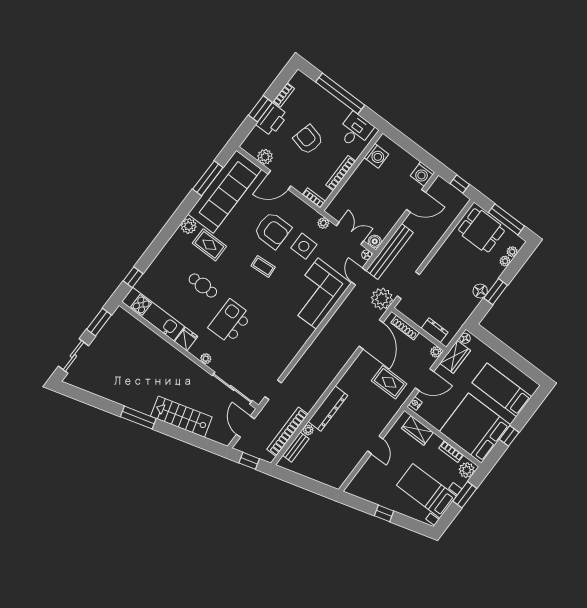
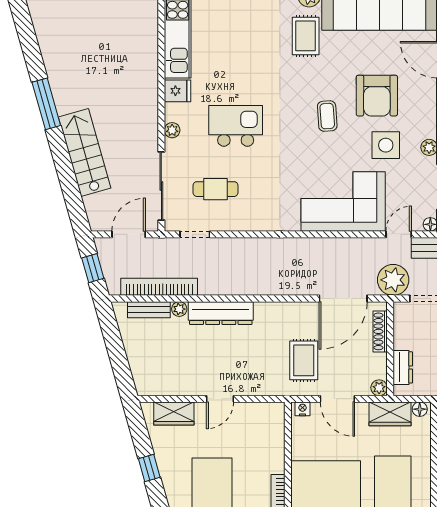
cafe table: (203, 286) -> (216, 189), moved, turned 90
wardrobe: (417, 430) -> (174, 413), moved, turned -90

